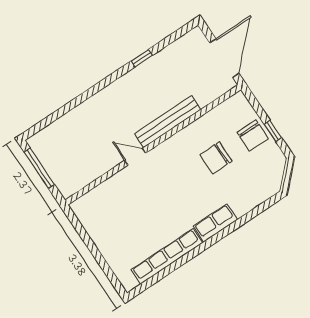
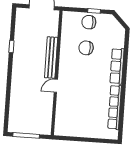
chair: (253, 135) -> (89, 22), turned 180
chair: (216, 158) -> (86, 48), turned 91
row of seats: (215, 223) -> (117, 66), width x1.48

